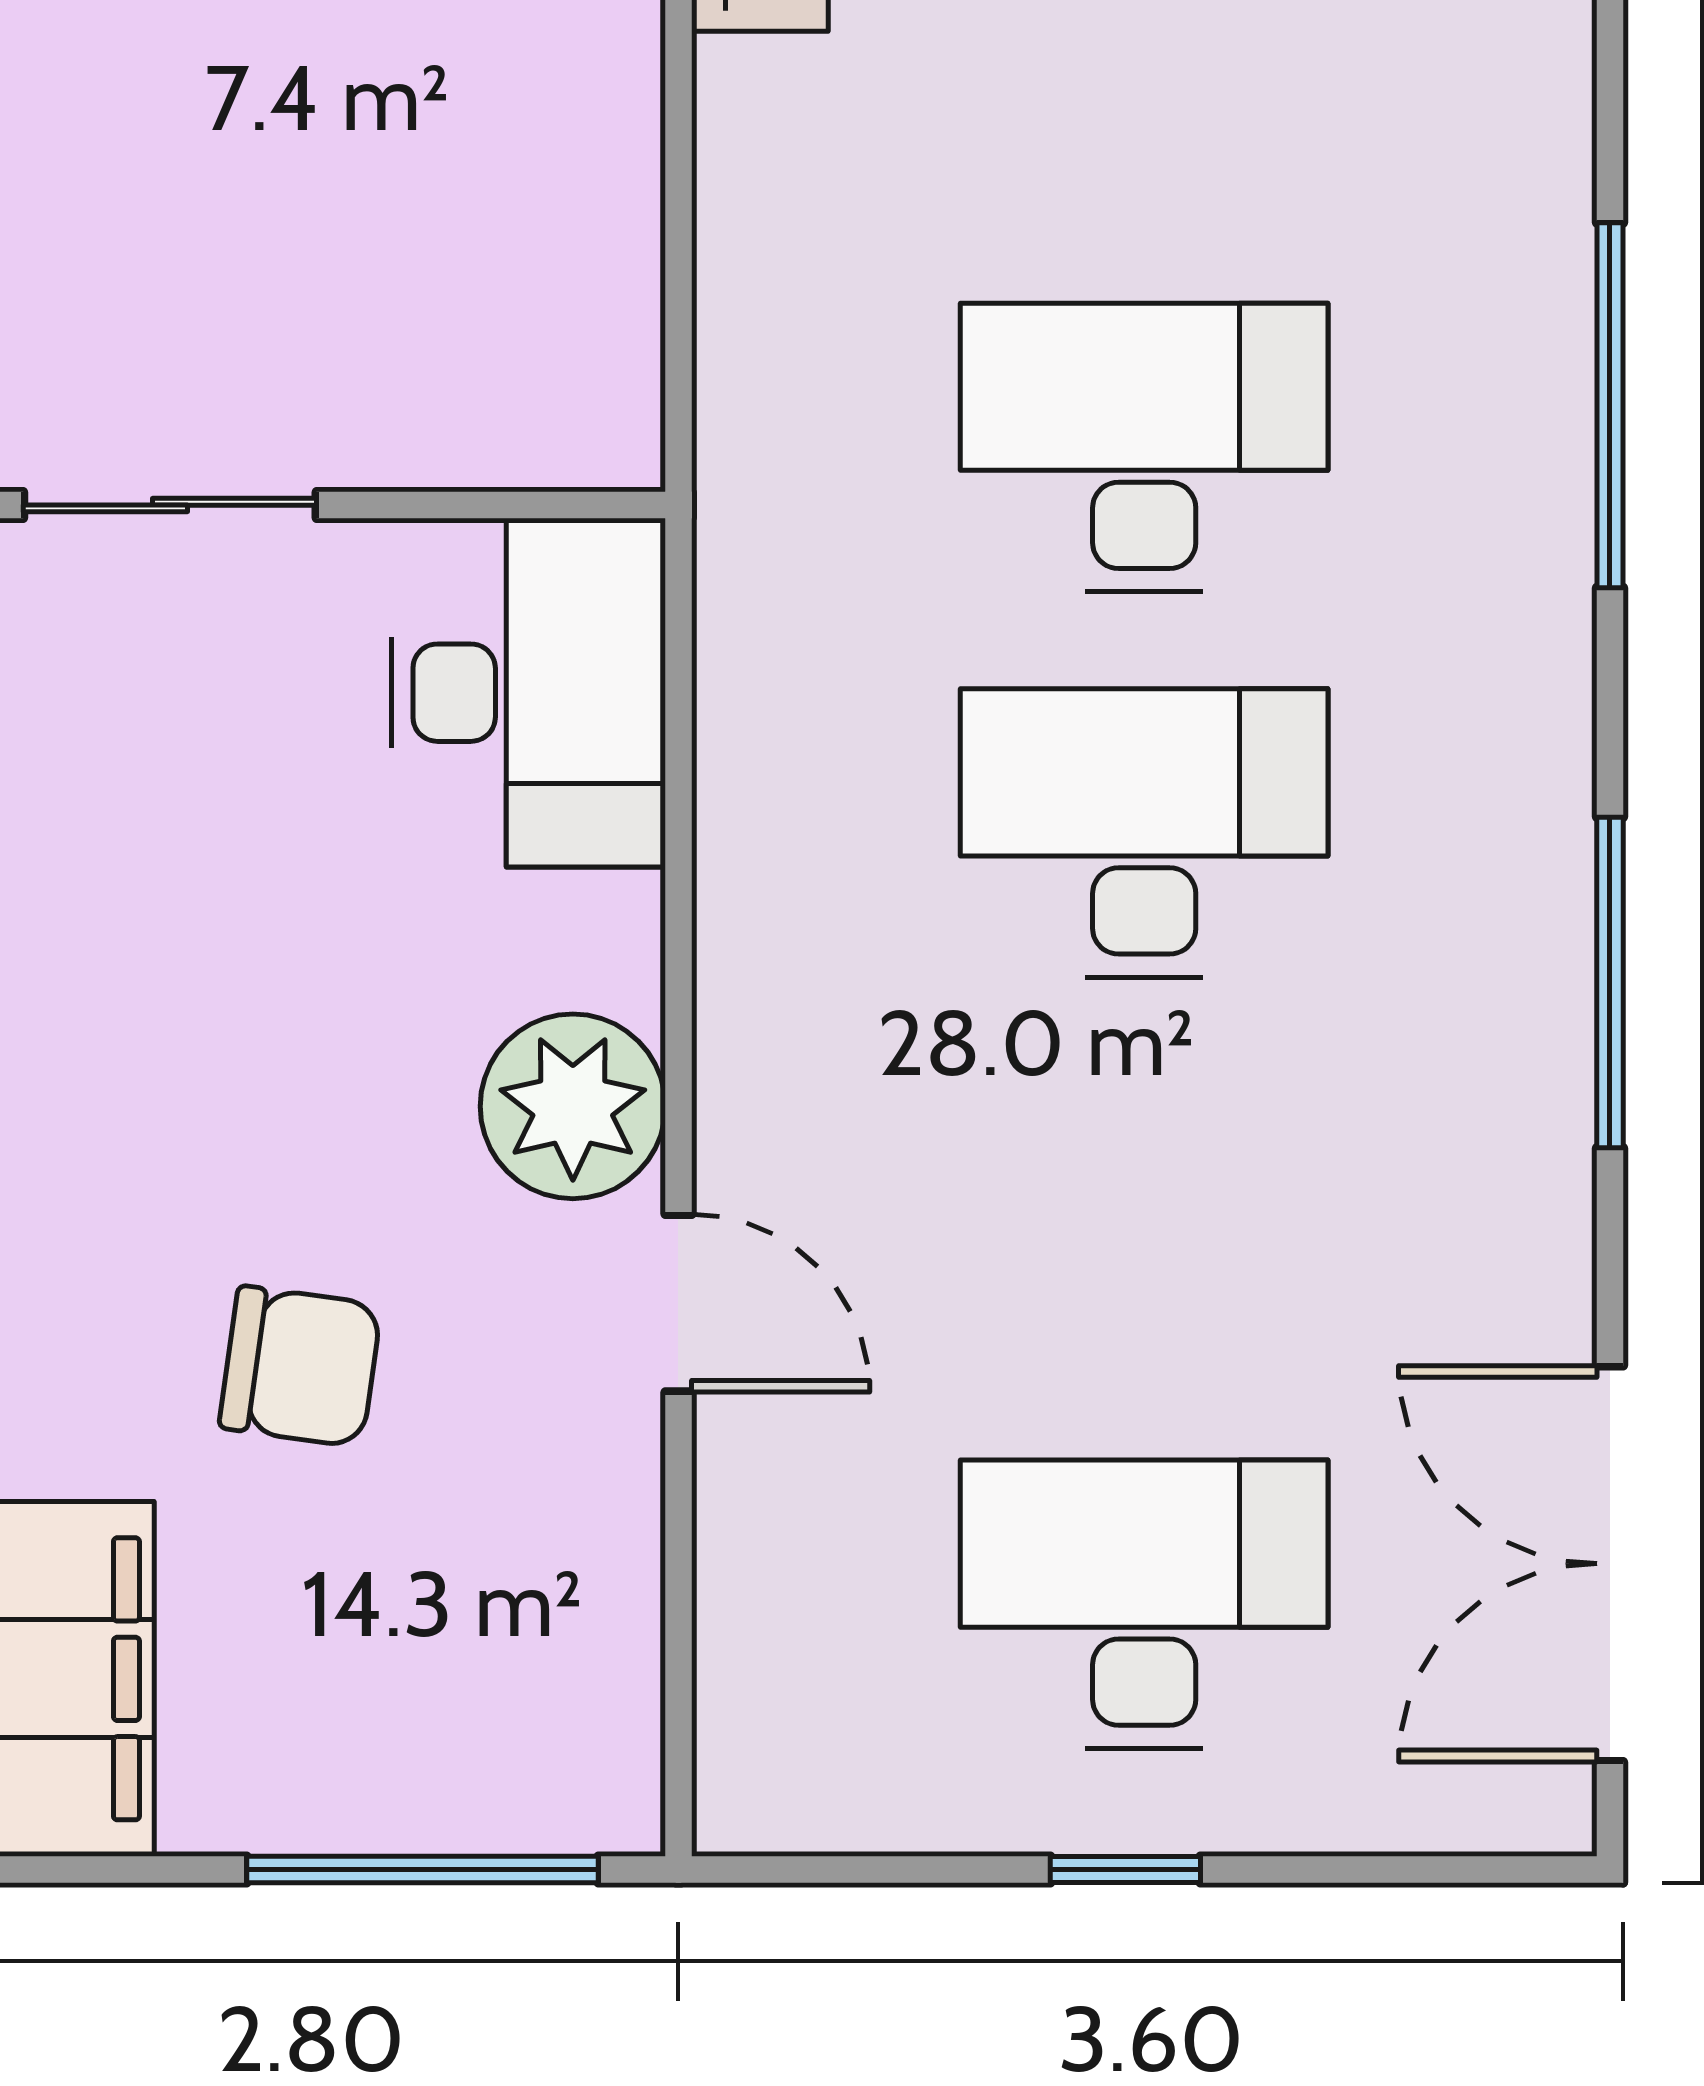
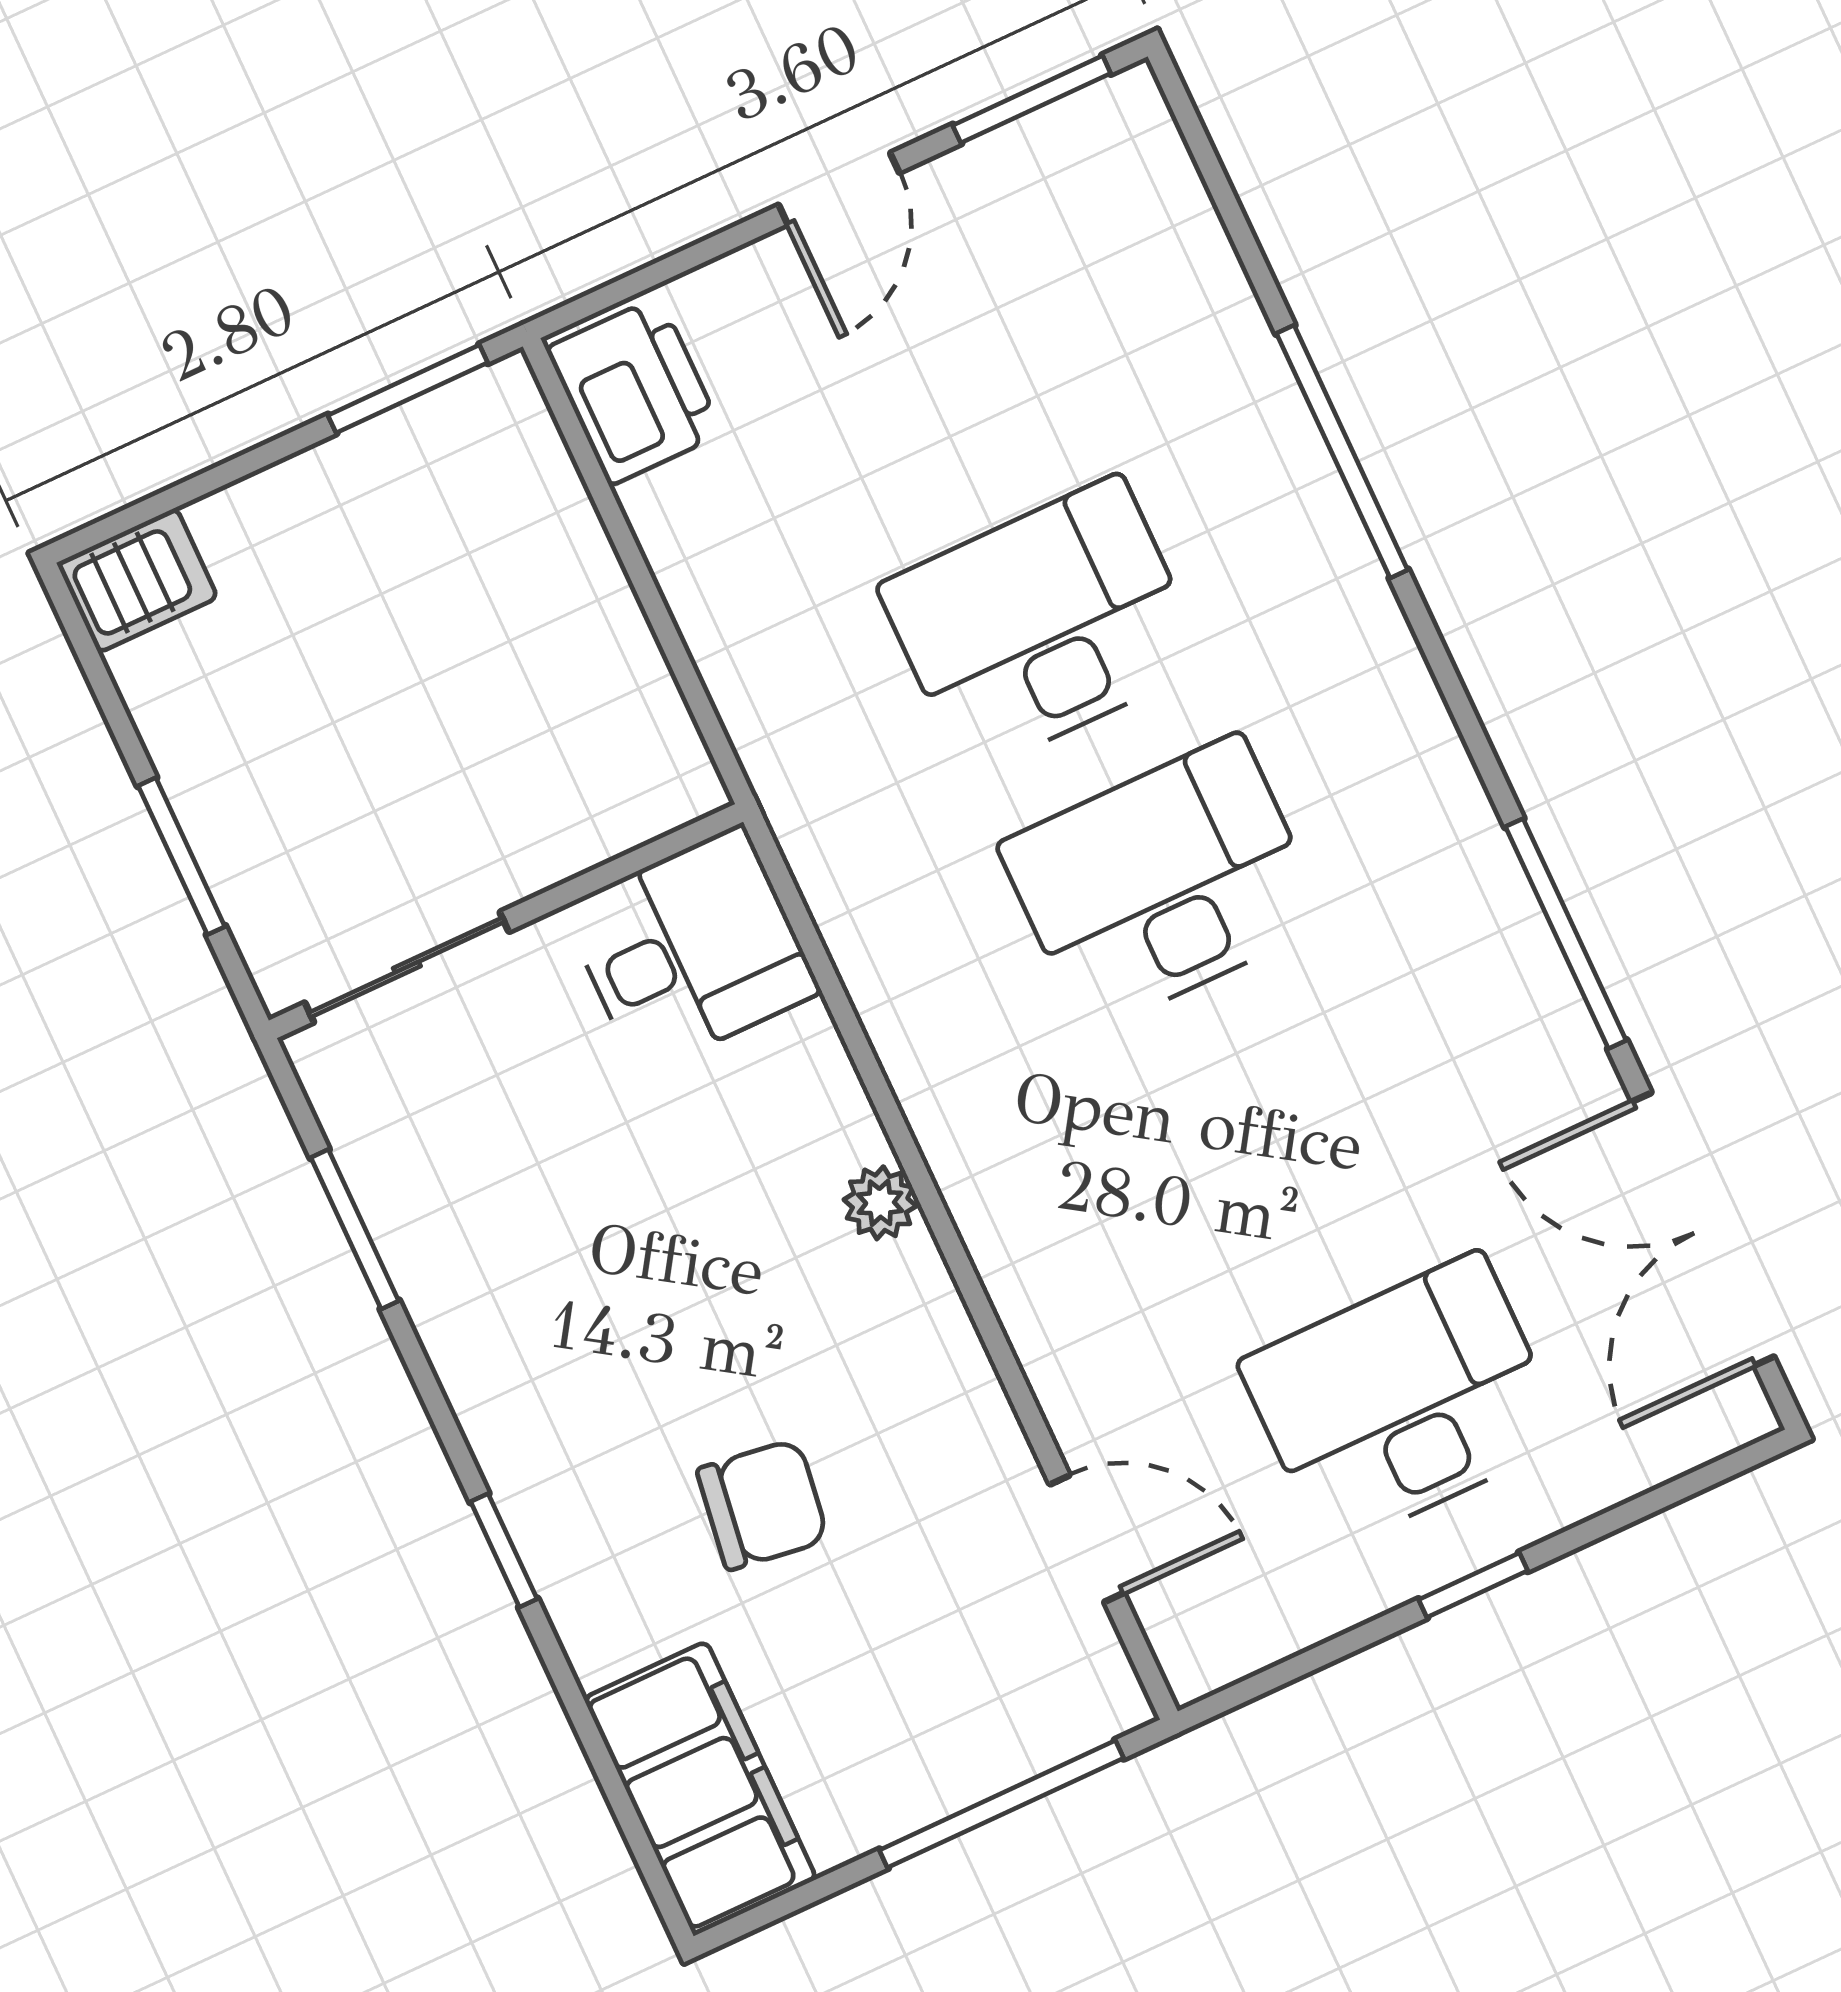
desk: (528, 693) -> (691, 950), width x0.73
window: (1610, 983) -> (1566, 934), moved
plant: (573, 1106) -> (880, 1203), width x0.53, depth x0.53
door: (678, 1303) -> (1087, 1539), moved

